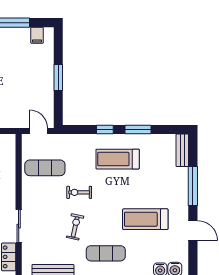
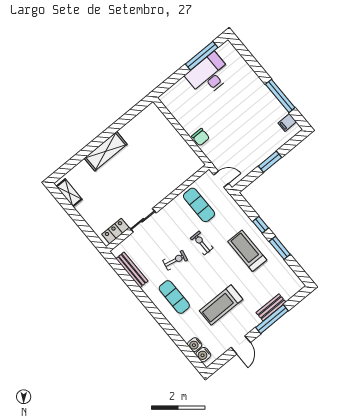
door: (39, 131) -> (221, 179), hinge flipped
bench: (182, 150) -> (271, 307), moved
treadmill: (145, 219) -> (221, 305), turned -90

